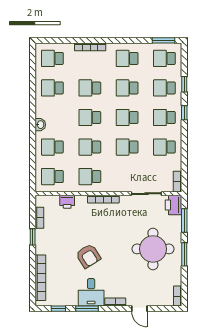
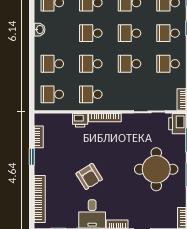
washbasin: (40, 125) -> (40, 30), moved
printer: (67, 202) -> (80, 120), moved

